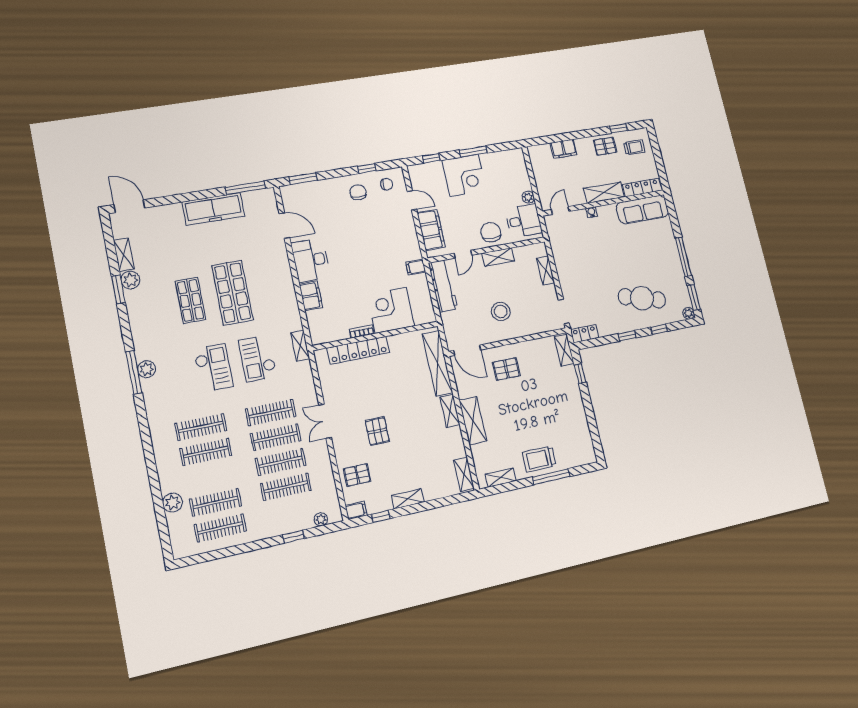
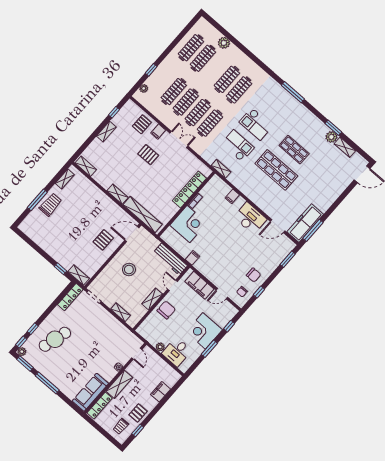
freezer: (213, 209) -> (305, 223), moved
desk: (524, 221) -> (177, 352), moved
chair: (491, 232) -> (166, 310), turned -90
filing cabinet: (311, 296) -> (232, 196), width x0.50
locker: (585, 334) -> (70, 297), width x1.53
window: (627, 336) -> (21, 342), moved
plant: (147, 369) -> (288, 98), removed
shelving: (473, 421) -> (101, 198), removed
filing cabinet: (356, 510) -> (158, 132), moved

